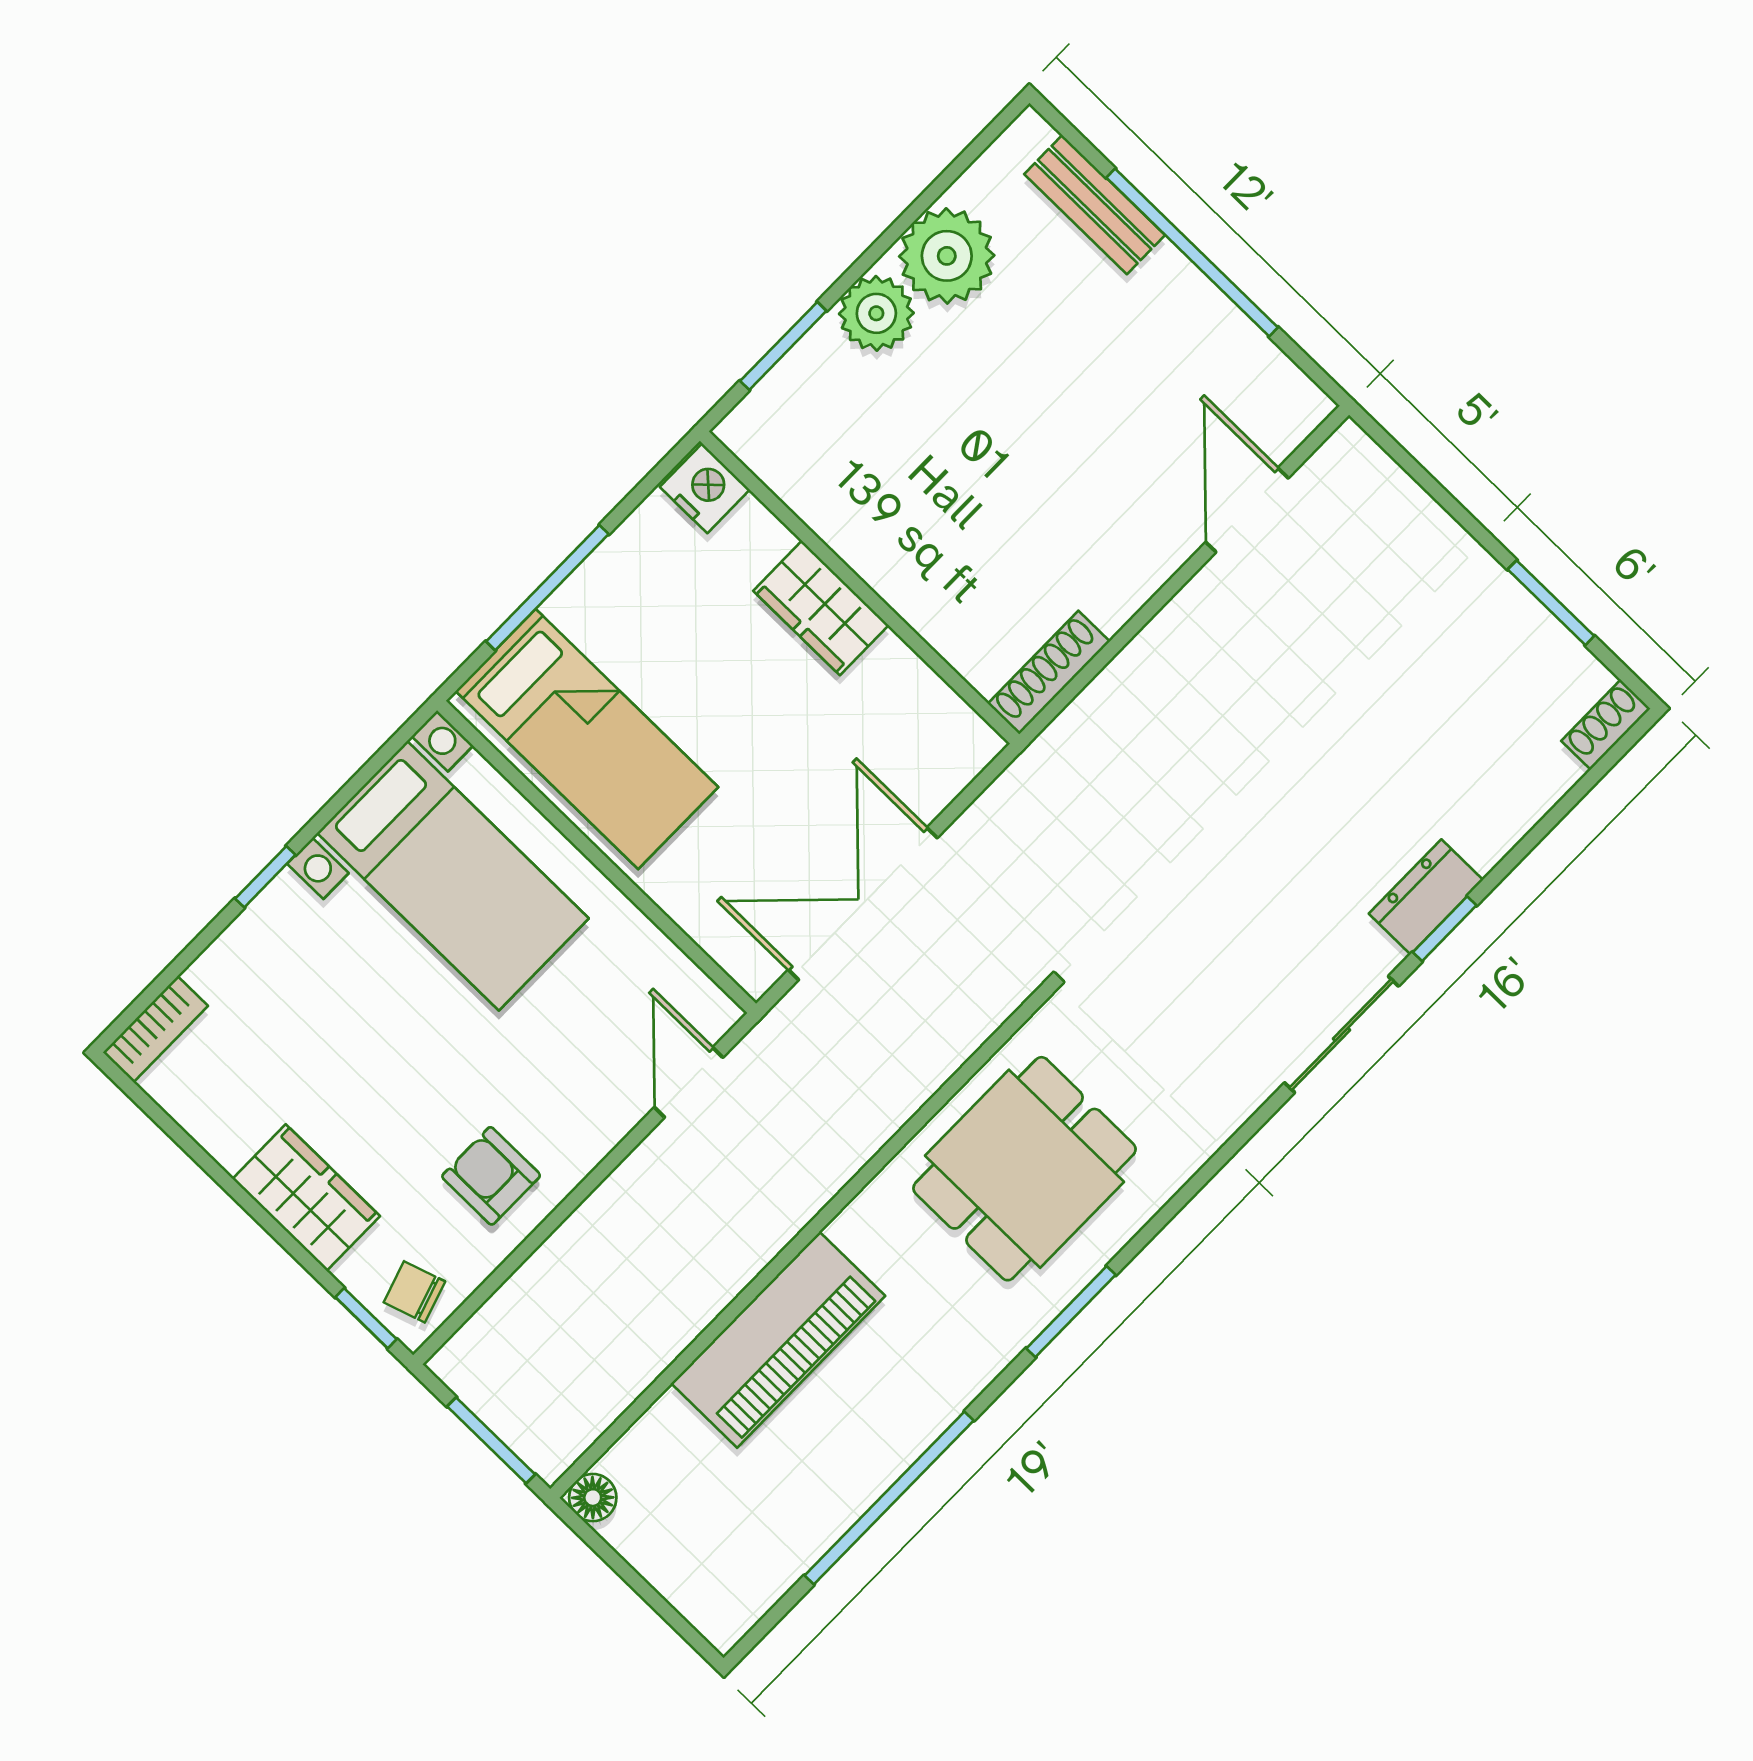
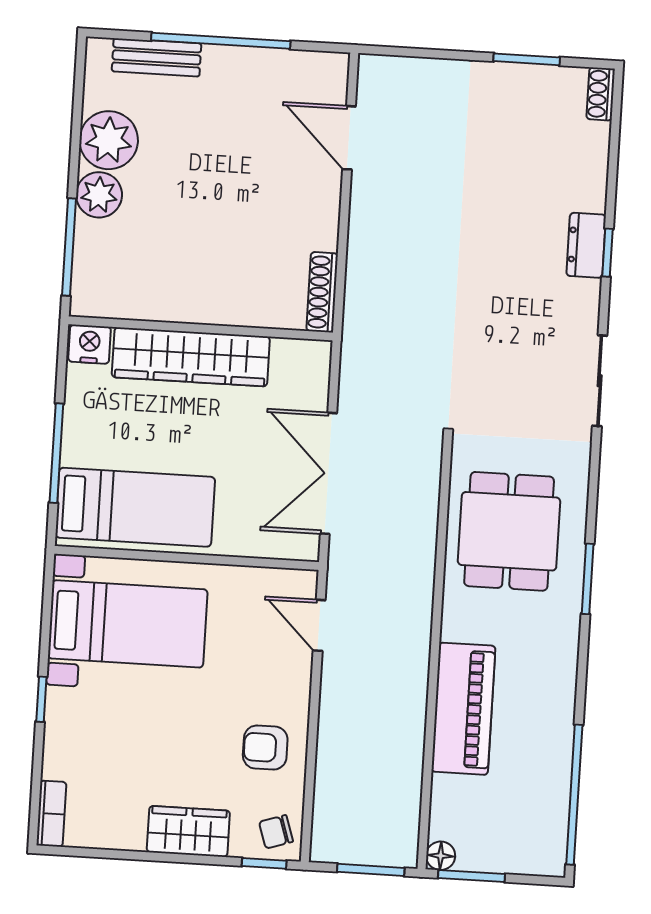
window: (783, 346) -> (69, 247), width x1.44
wardrobe: (821, 608) -> (191, 357), width x2.10, depth x1.17
sliding door: (1342, 1034) -> (600, 381), moved
window: (889, 1498) -> (574, 795), moved
window: (609, 1556) -> (471, 876), added

